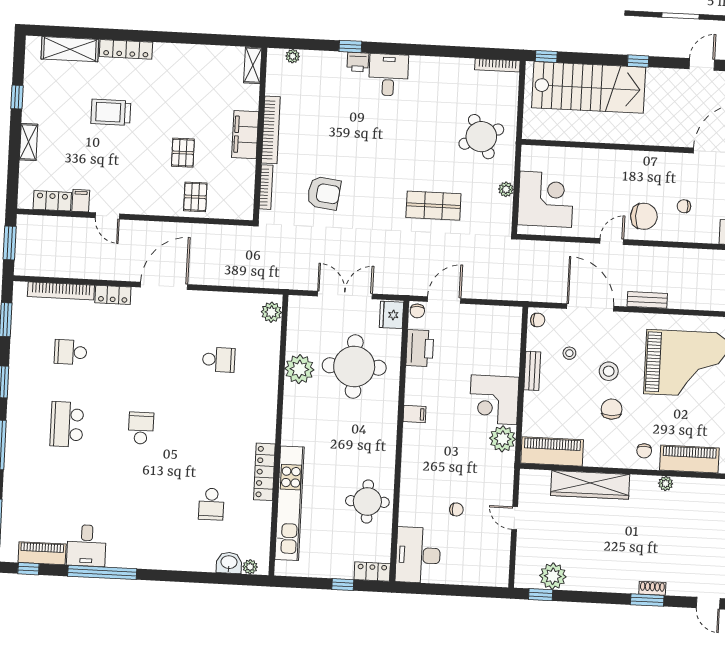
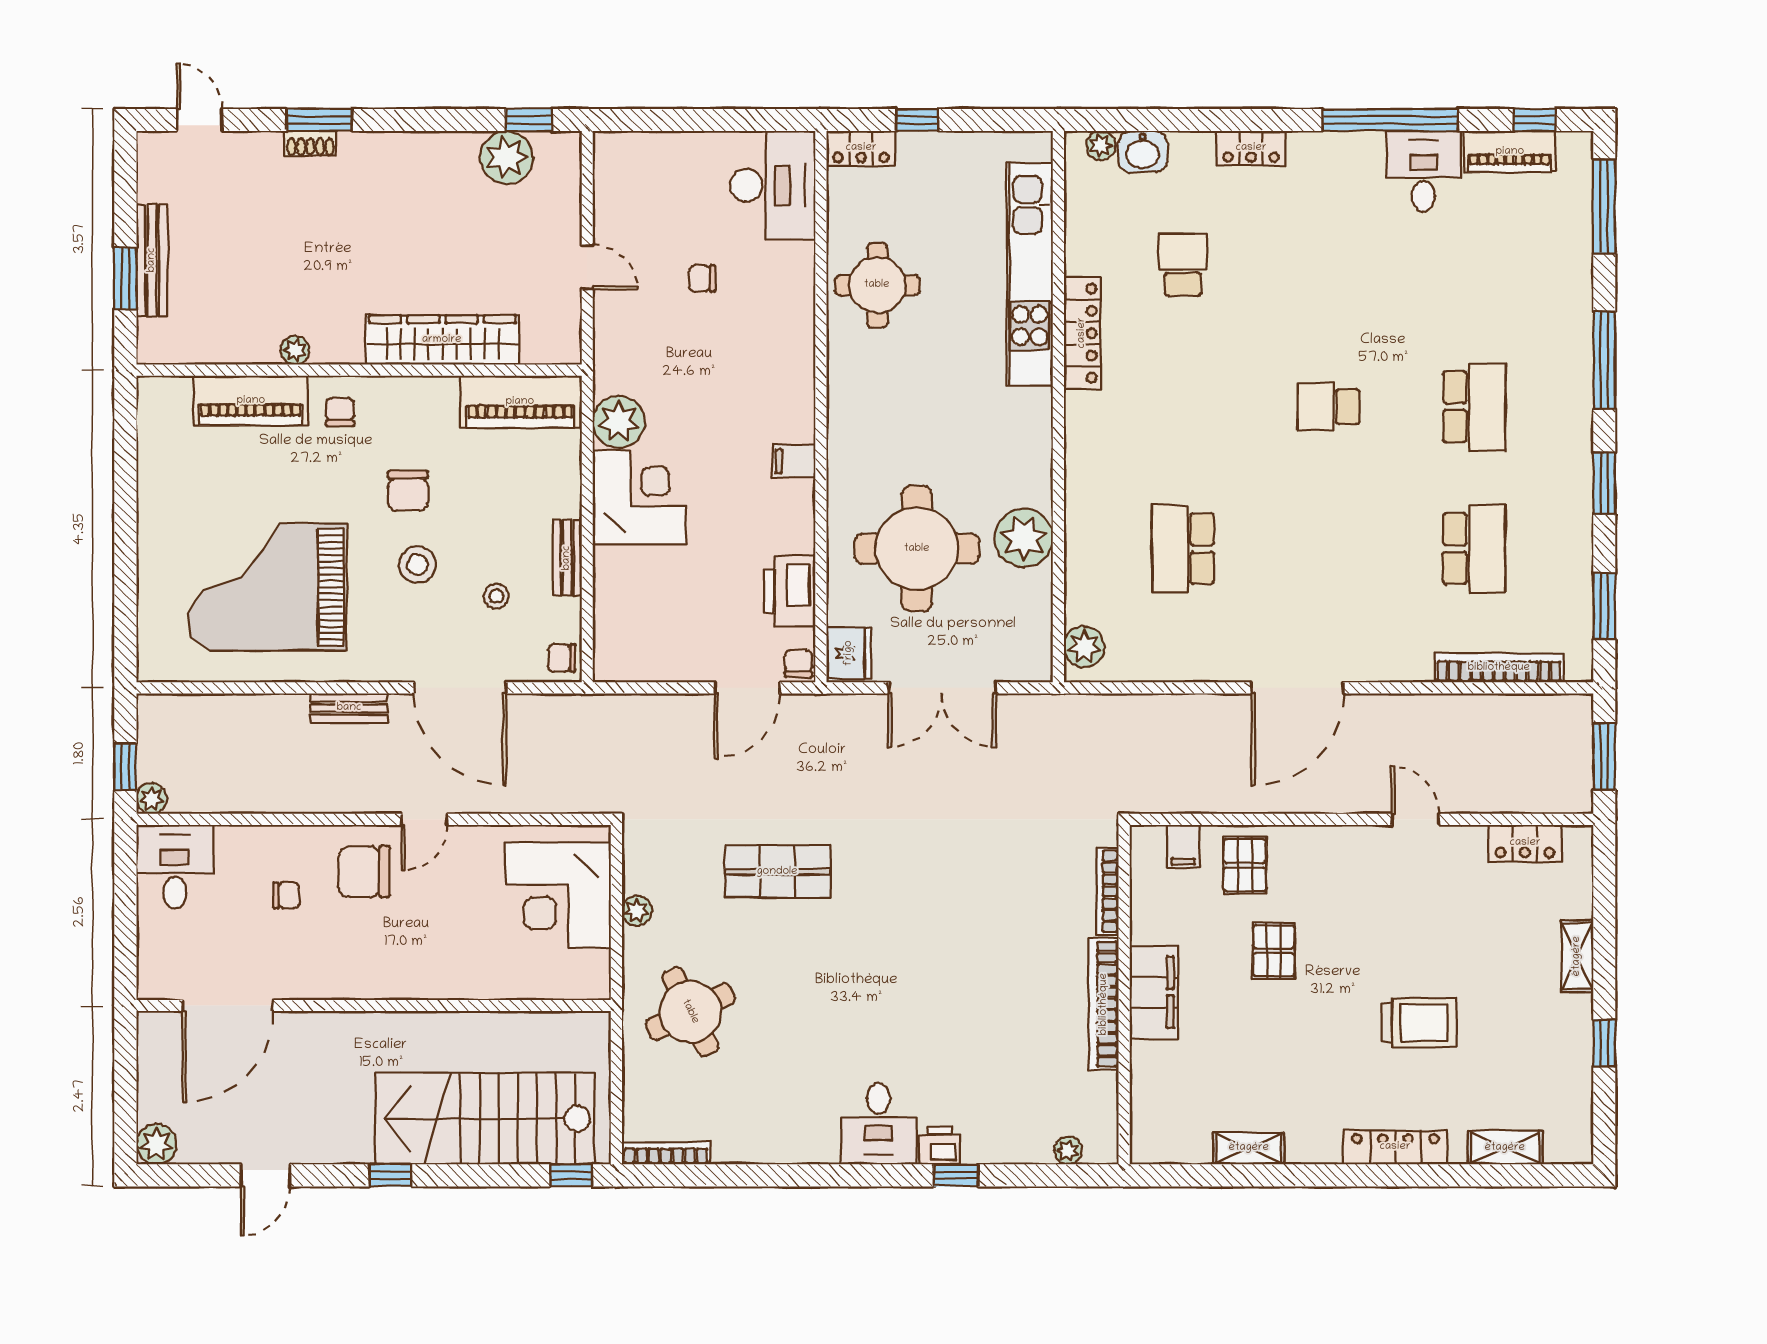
shelving: (70, 49) -> (1505, 1148), width x0.67, depth x0.75
shelving: (253, 65) -> (1249, 1148), moved, turned 90
armchair: (324, 193) -> (993, 885), removed
filing cabinet: (81, 201) -> (1183, 846), moved
locker: (113, 295) -> (1251, 148), moved, turned 180
school desk: (70, 352) -> (1474, 549), width x1.85
school desk: (219, 360) -> (1183, 549), width x1.85
school desk: (141, 428) -> (1329, 407), turned 90

